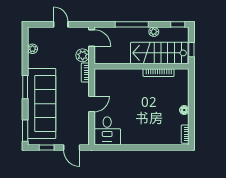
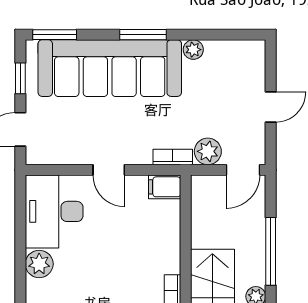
plant: (32, 49) -> (193, 50), moved
filing cabinet: (100, 77) -> (165, 187), added
desk: (107, 131) -> (54, 211), width x1.37
plant: (138, 138) -> (39, 264), added

